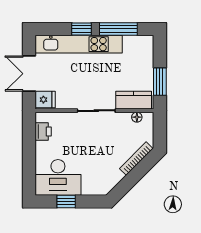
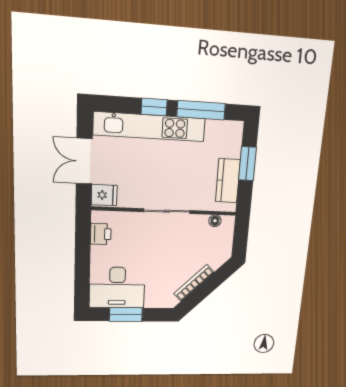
window: (160, 82) -> (247, 164), moved
kitchen counter: (134, 100) -> (228, 181), moved, turned -90
bookcase: (136, 159) -> (194, 283), moved
window: (66, 201) -> (126, 314), width x1.50

